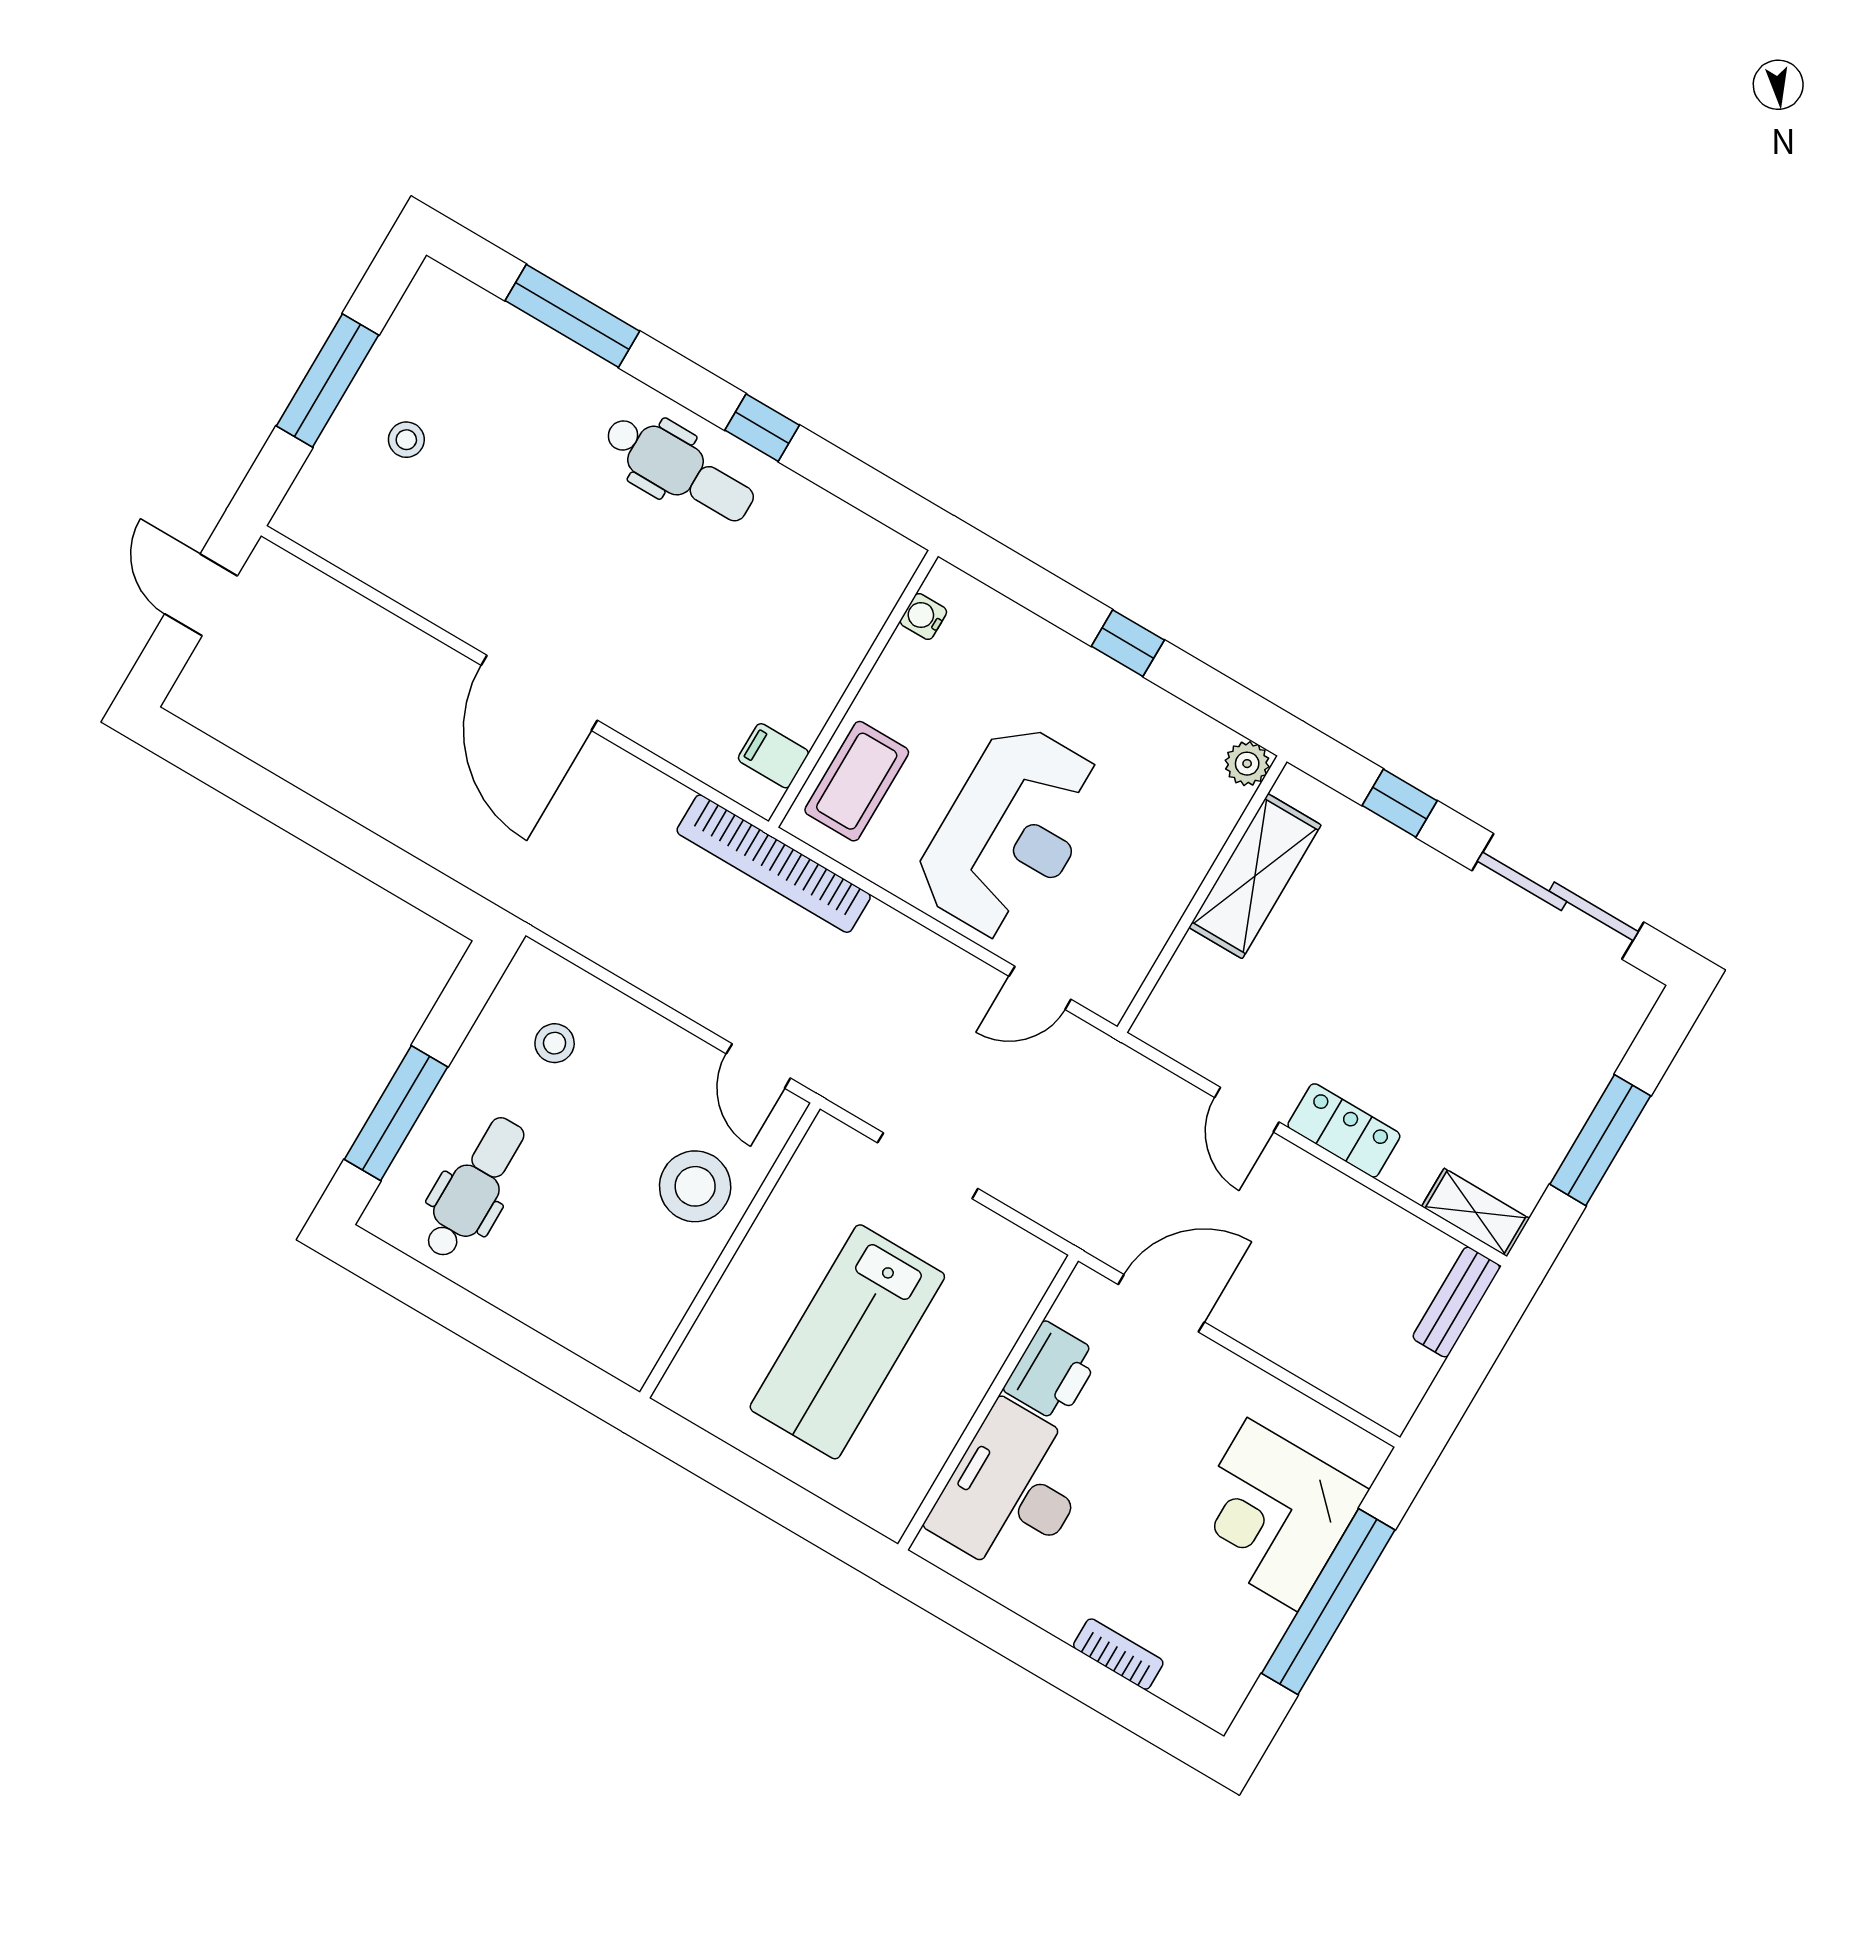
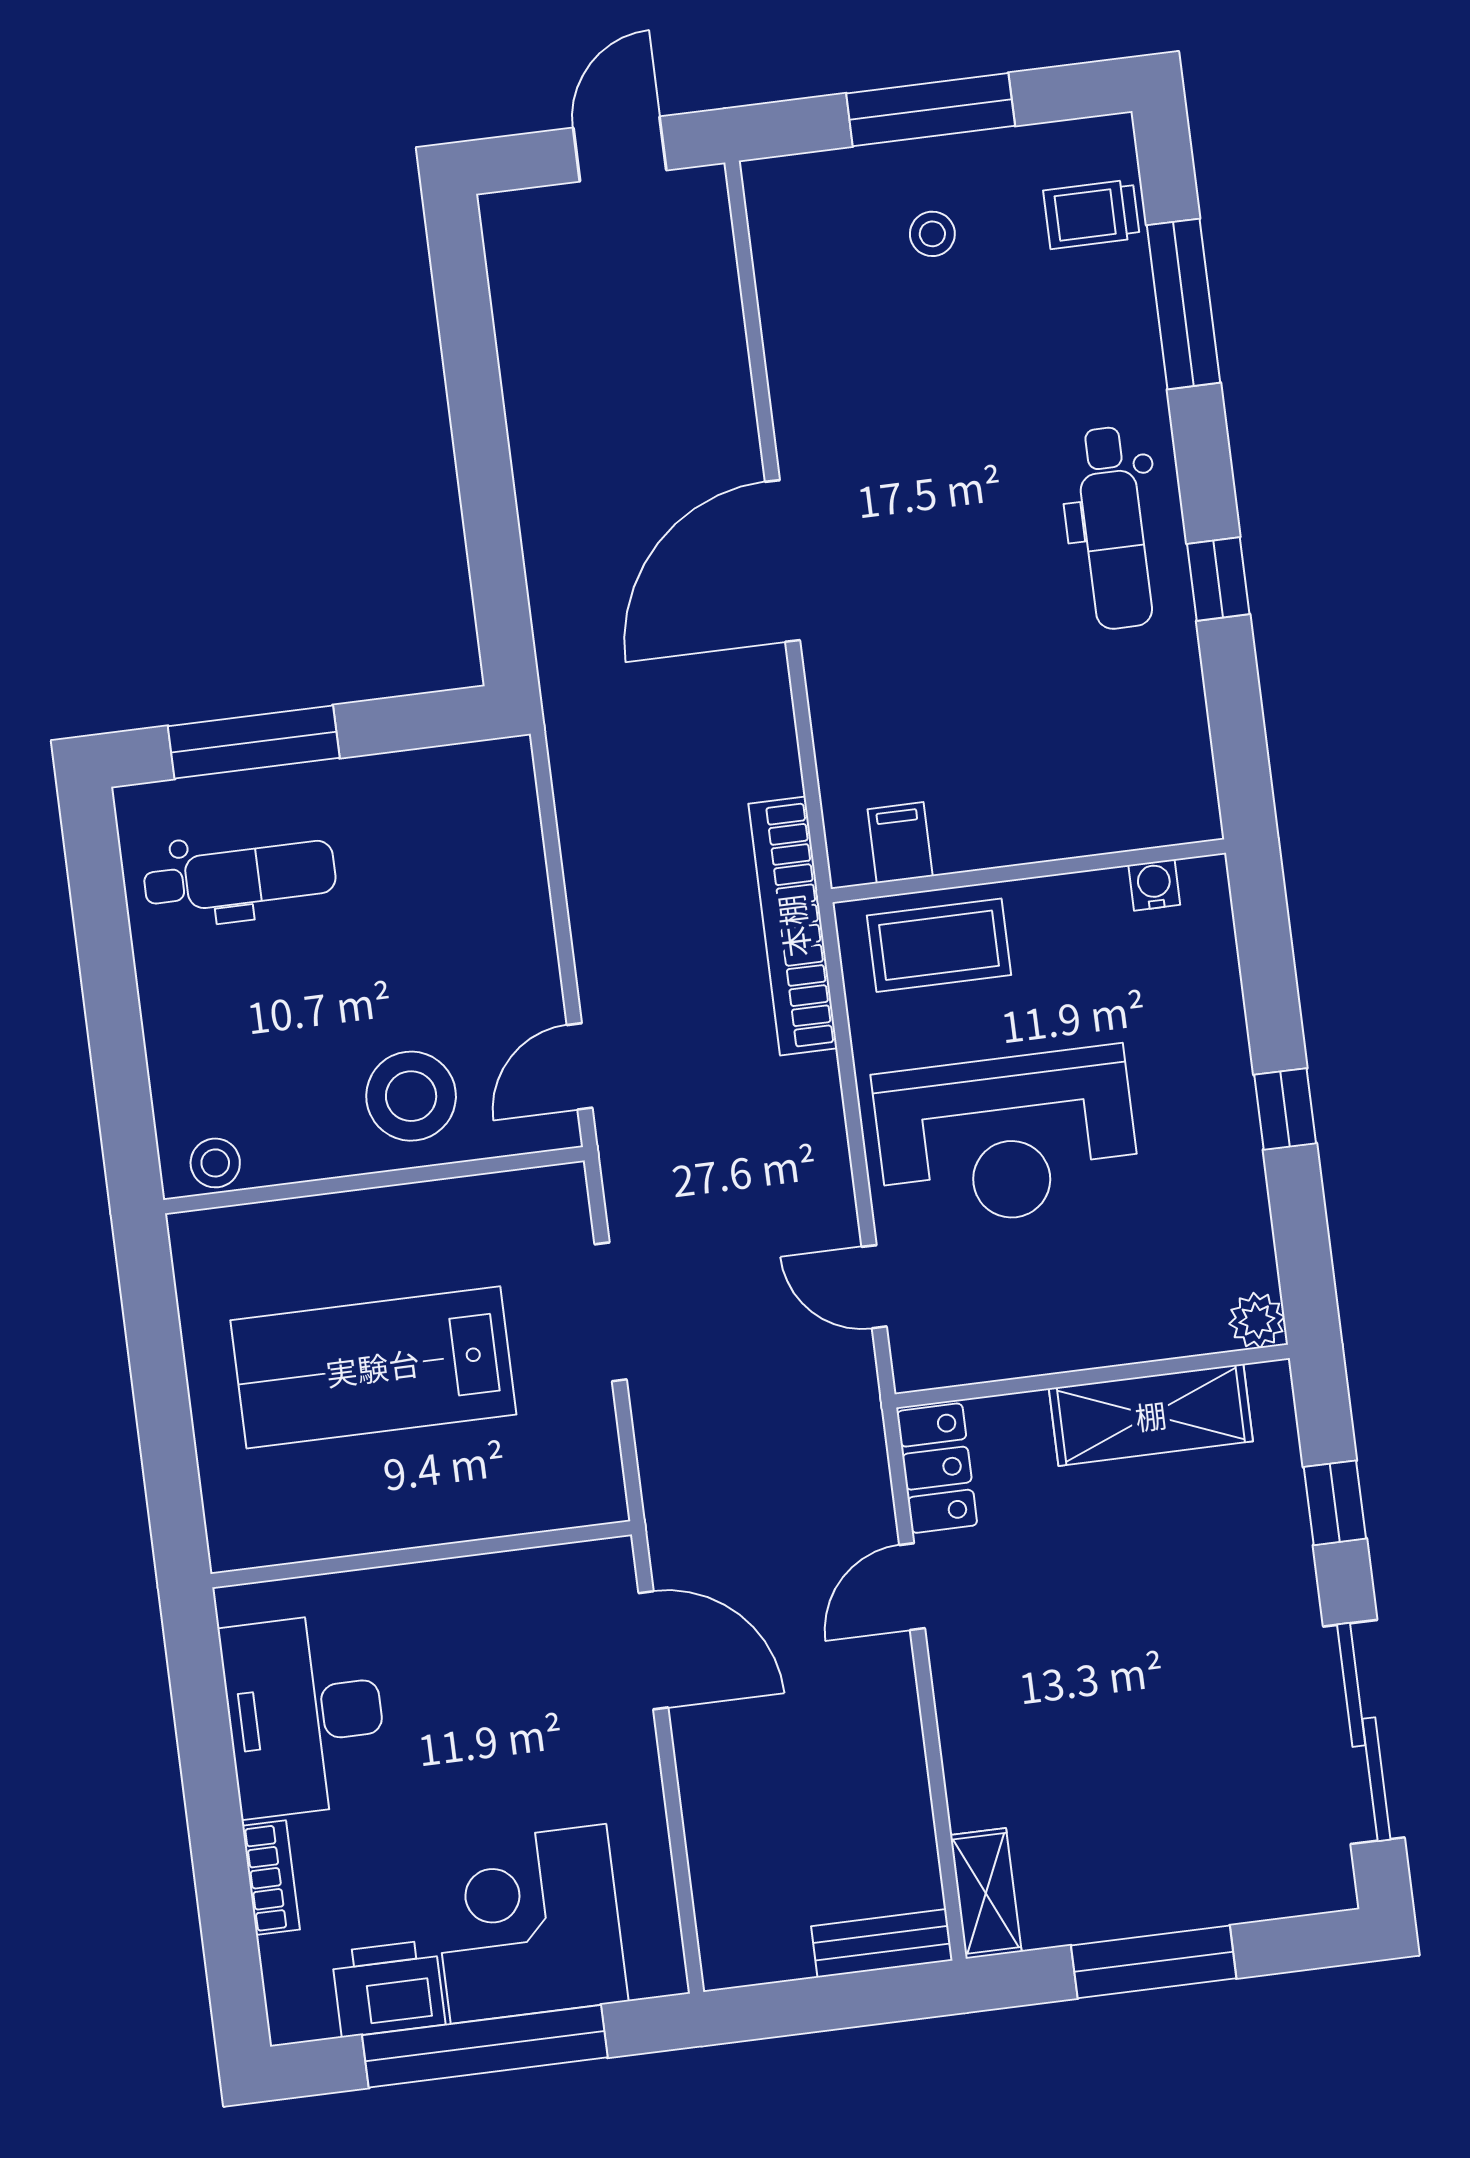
trolley: (471, 330) -> (1091, 214), added
stool: (555, 1043) -> (215, 1163), moved
locker: (1344, 1130) -> (937, 1468), moved
printer: (1052, 1372) -> (388, 1988), moved, turned 180
desk: (1012, 1491) -> (305, 1715), moved, turned -90

